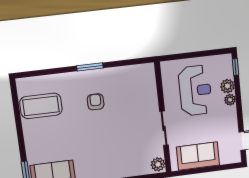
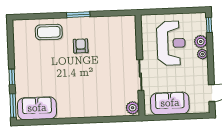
coffee table: (41, 106) -> (49, 32), moved, width x0.73, depth x0.76
window: (21, 143) -> (12, 77), added

